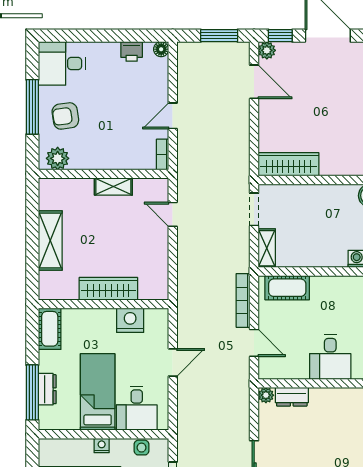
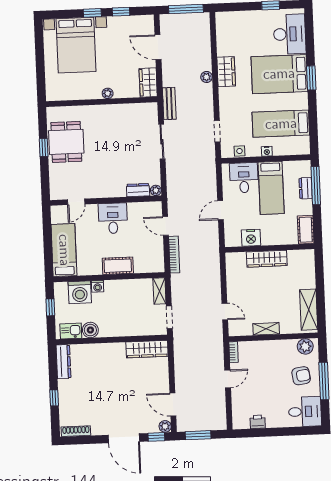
floor lamp: (161, 49) -> (237, 424), removed
shelving: (50, 240) -> (309, 310), moved
cot: (287, 288) -> (118, 266), moved

